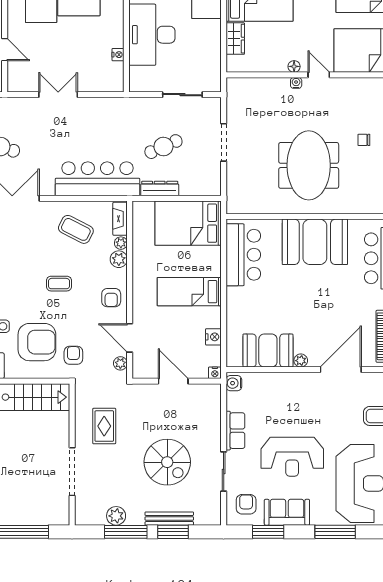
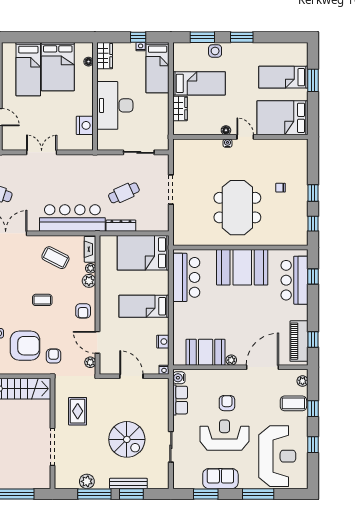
nightstand: (118, 55) -> (85, 125), width x1.89, depth x1.79
row of seats: (235, 431) -> (180, 400), moved
reception desk: (292, 457) -> (224, 435), turned 180
armchair: (246, 504) -> (227, 403), moved

